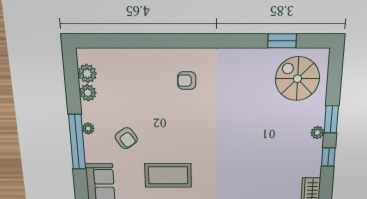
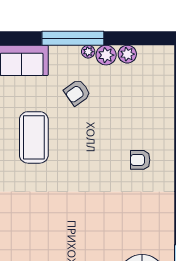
plant: (87, 73) -> (106, 55), moved
armchair: (187, 81) -> (140, 160), turned -90

